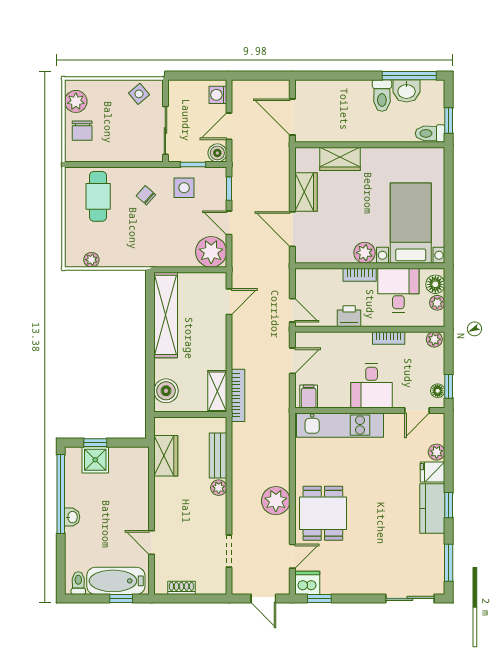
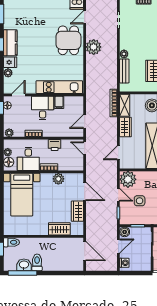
side table: (184, 188) -> (140, 201), moved
plant: (365, 253) -> (58, 179), moved
wardrobe: (216, 350) -> (125, 127), added
filing cabinet: (309, 396) -> (59, 102), moved

